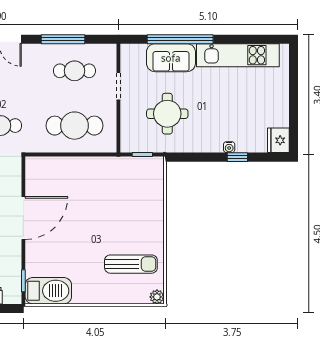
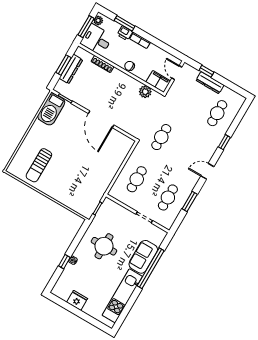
window: (63, 39) -> (190, 201), width x0.69
round table: (167, 114) -> (104, 246), moved
cafe table: (74, 126) -> (137, 179), width x0.73, depth x0.74
fridge: (278, 140) -> (77, 300), moved
plant: (157, 297) -> (12, 169), removed

